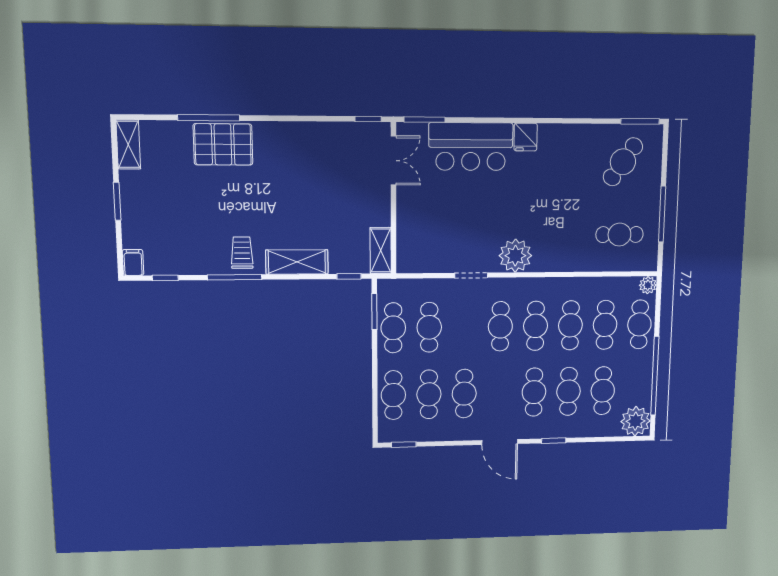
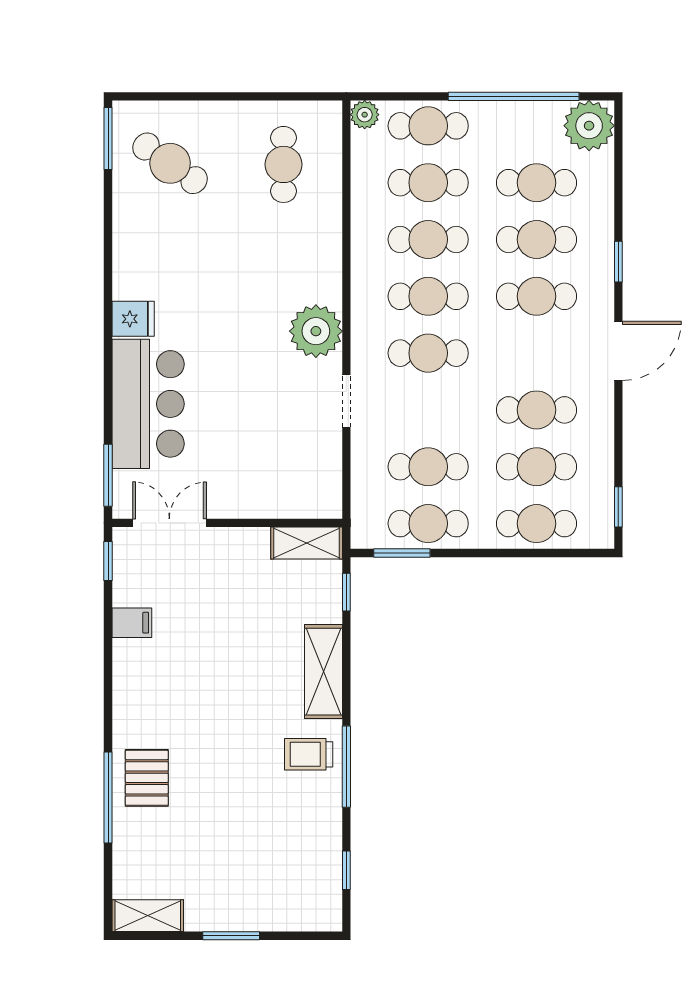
pallet: (223, 144) -> (147, 778), width x0.67, depth x0.71
window: (662, 214) -> (251, 96), removed
filing cabinet: (133, 262) -> (132, 623), moved, turned 180

